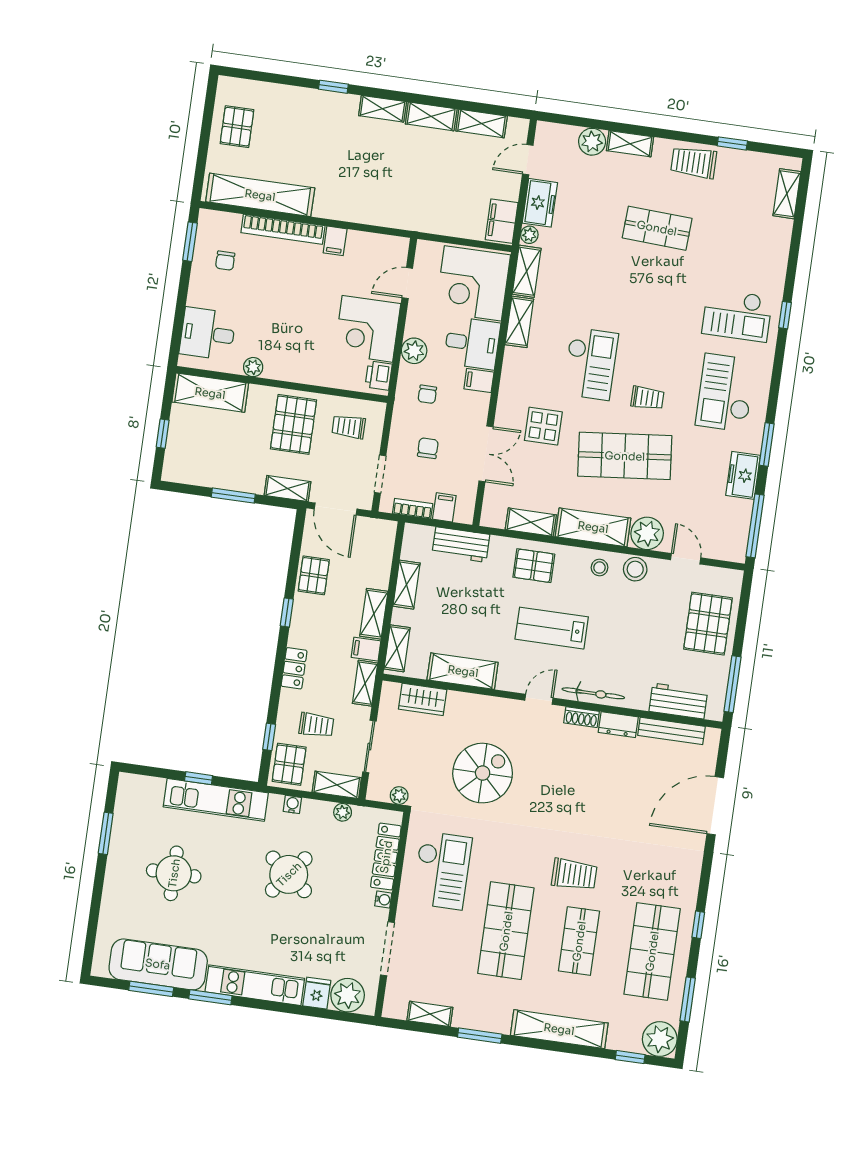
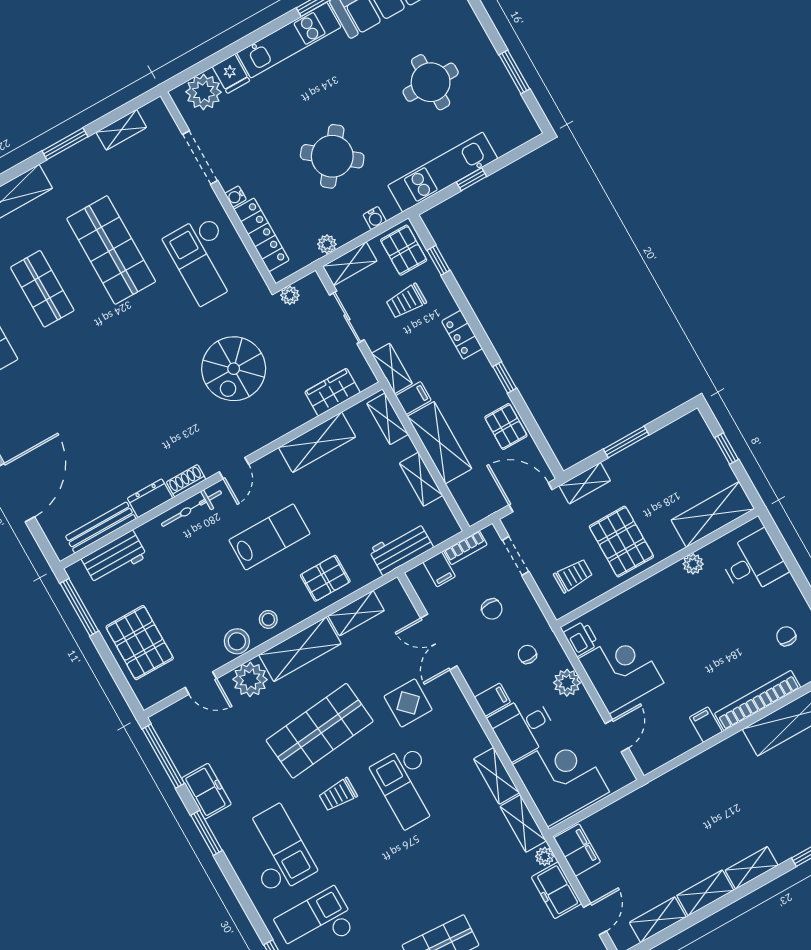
shelving: (374, 614) -> (440, 443), width x1.50, depth x1.33
trolley: (574, 874) -> (90, 342), removed

